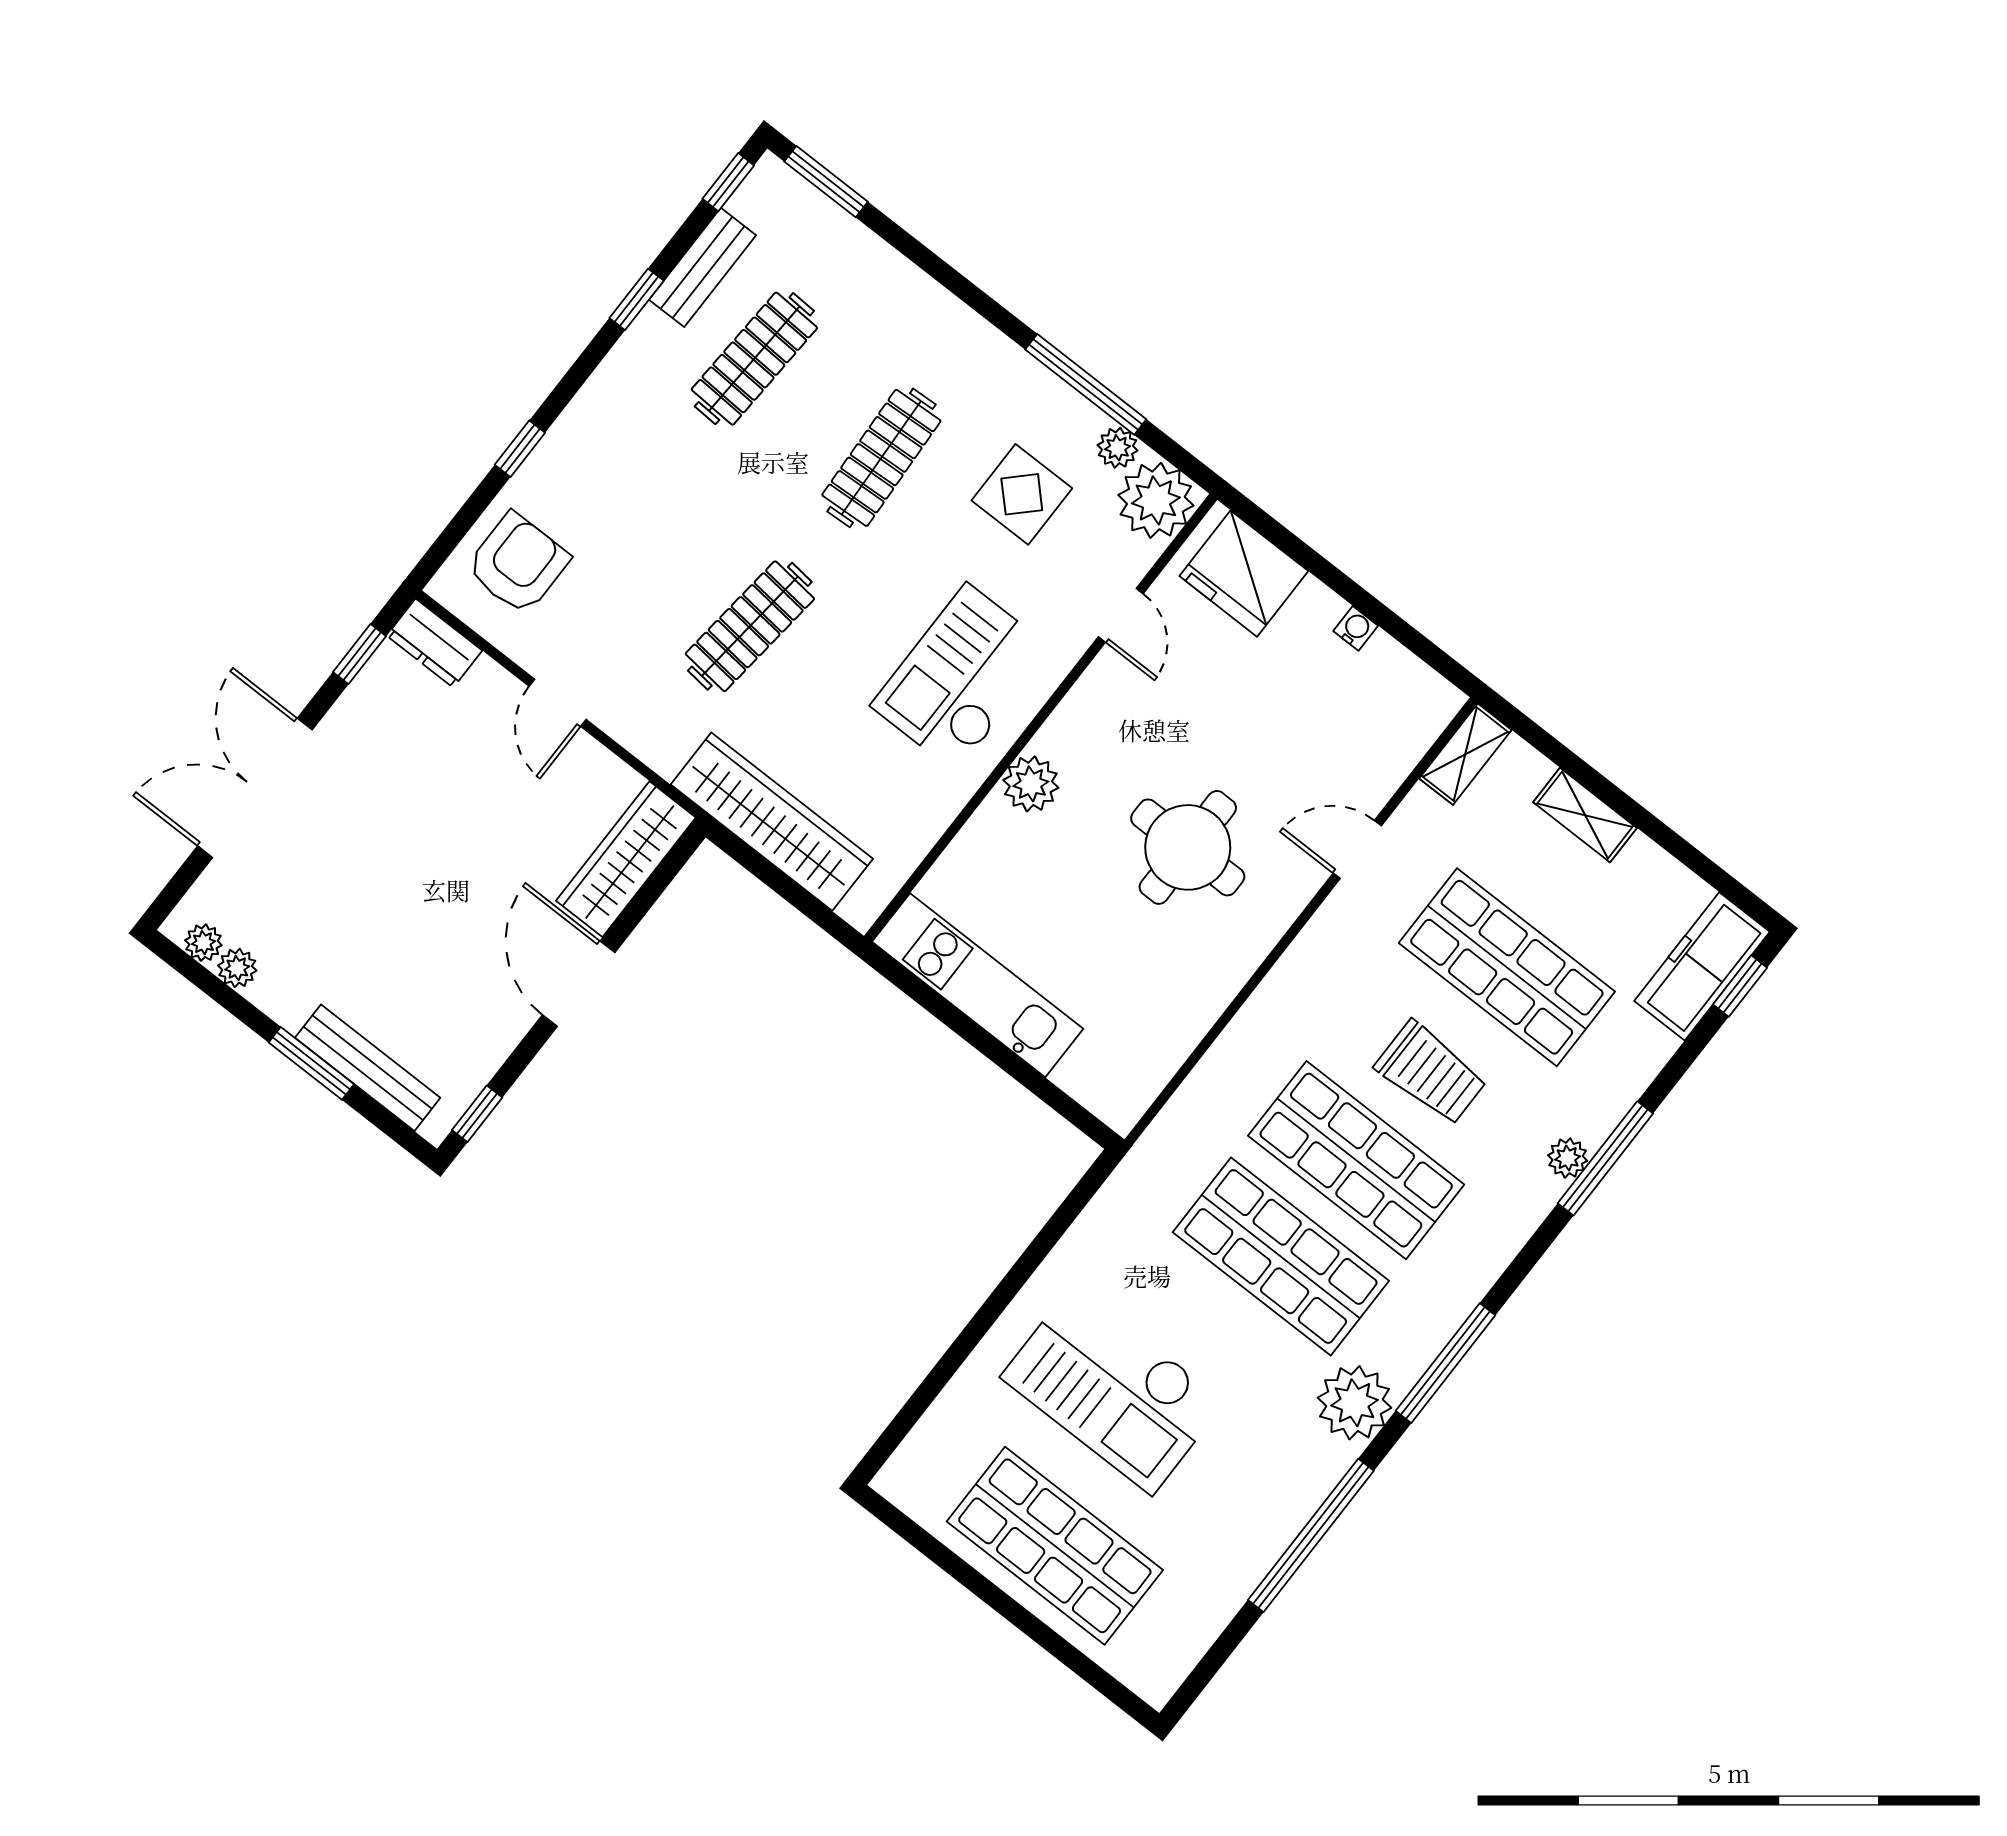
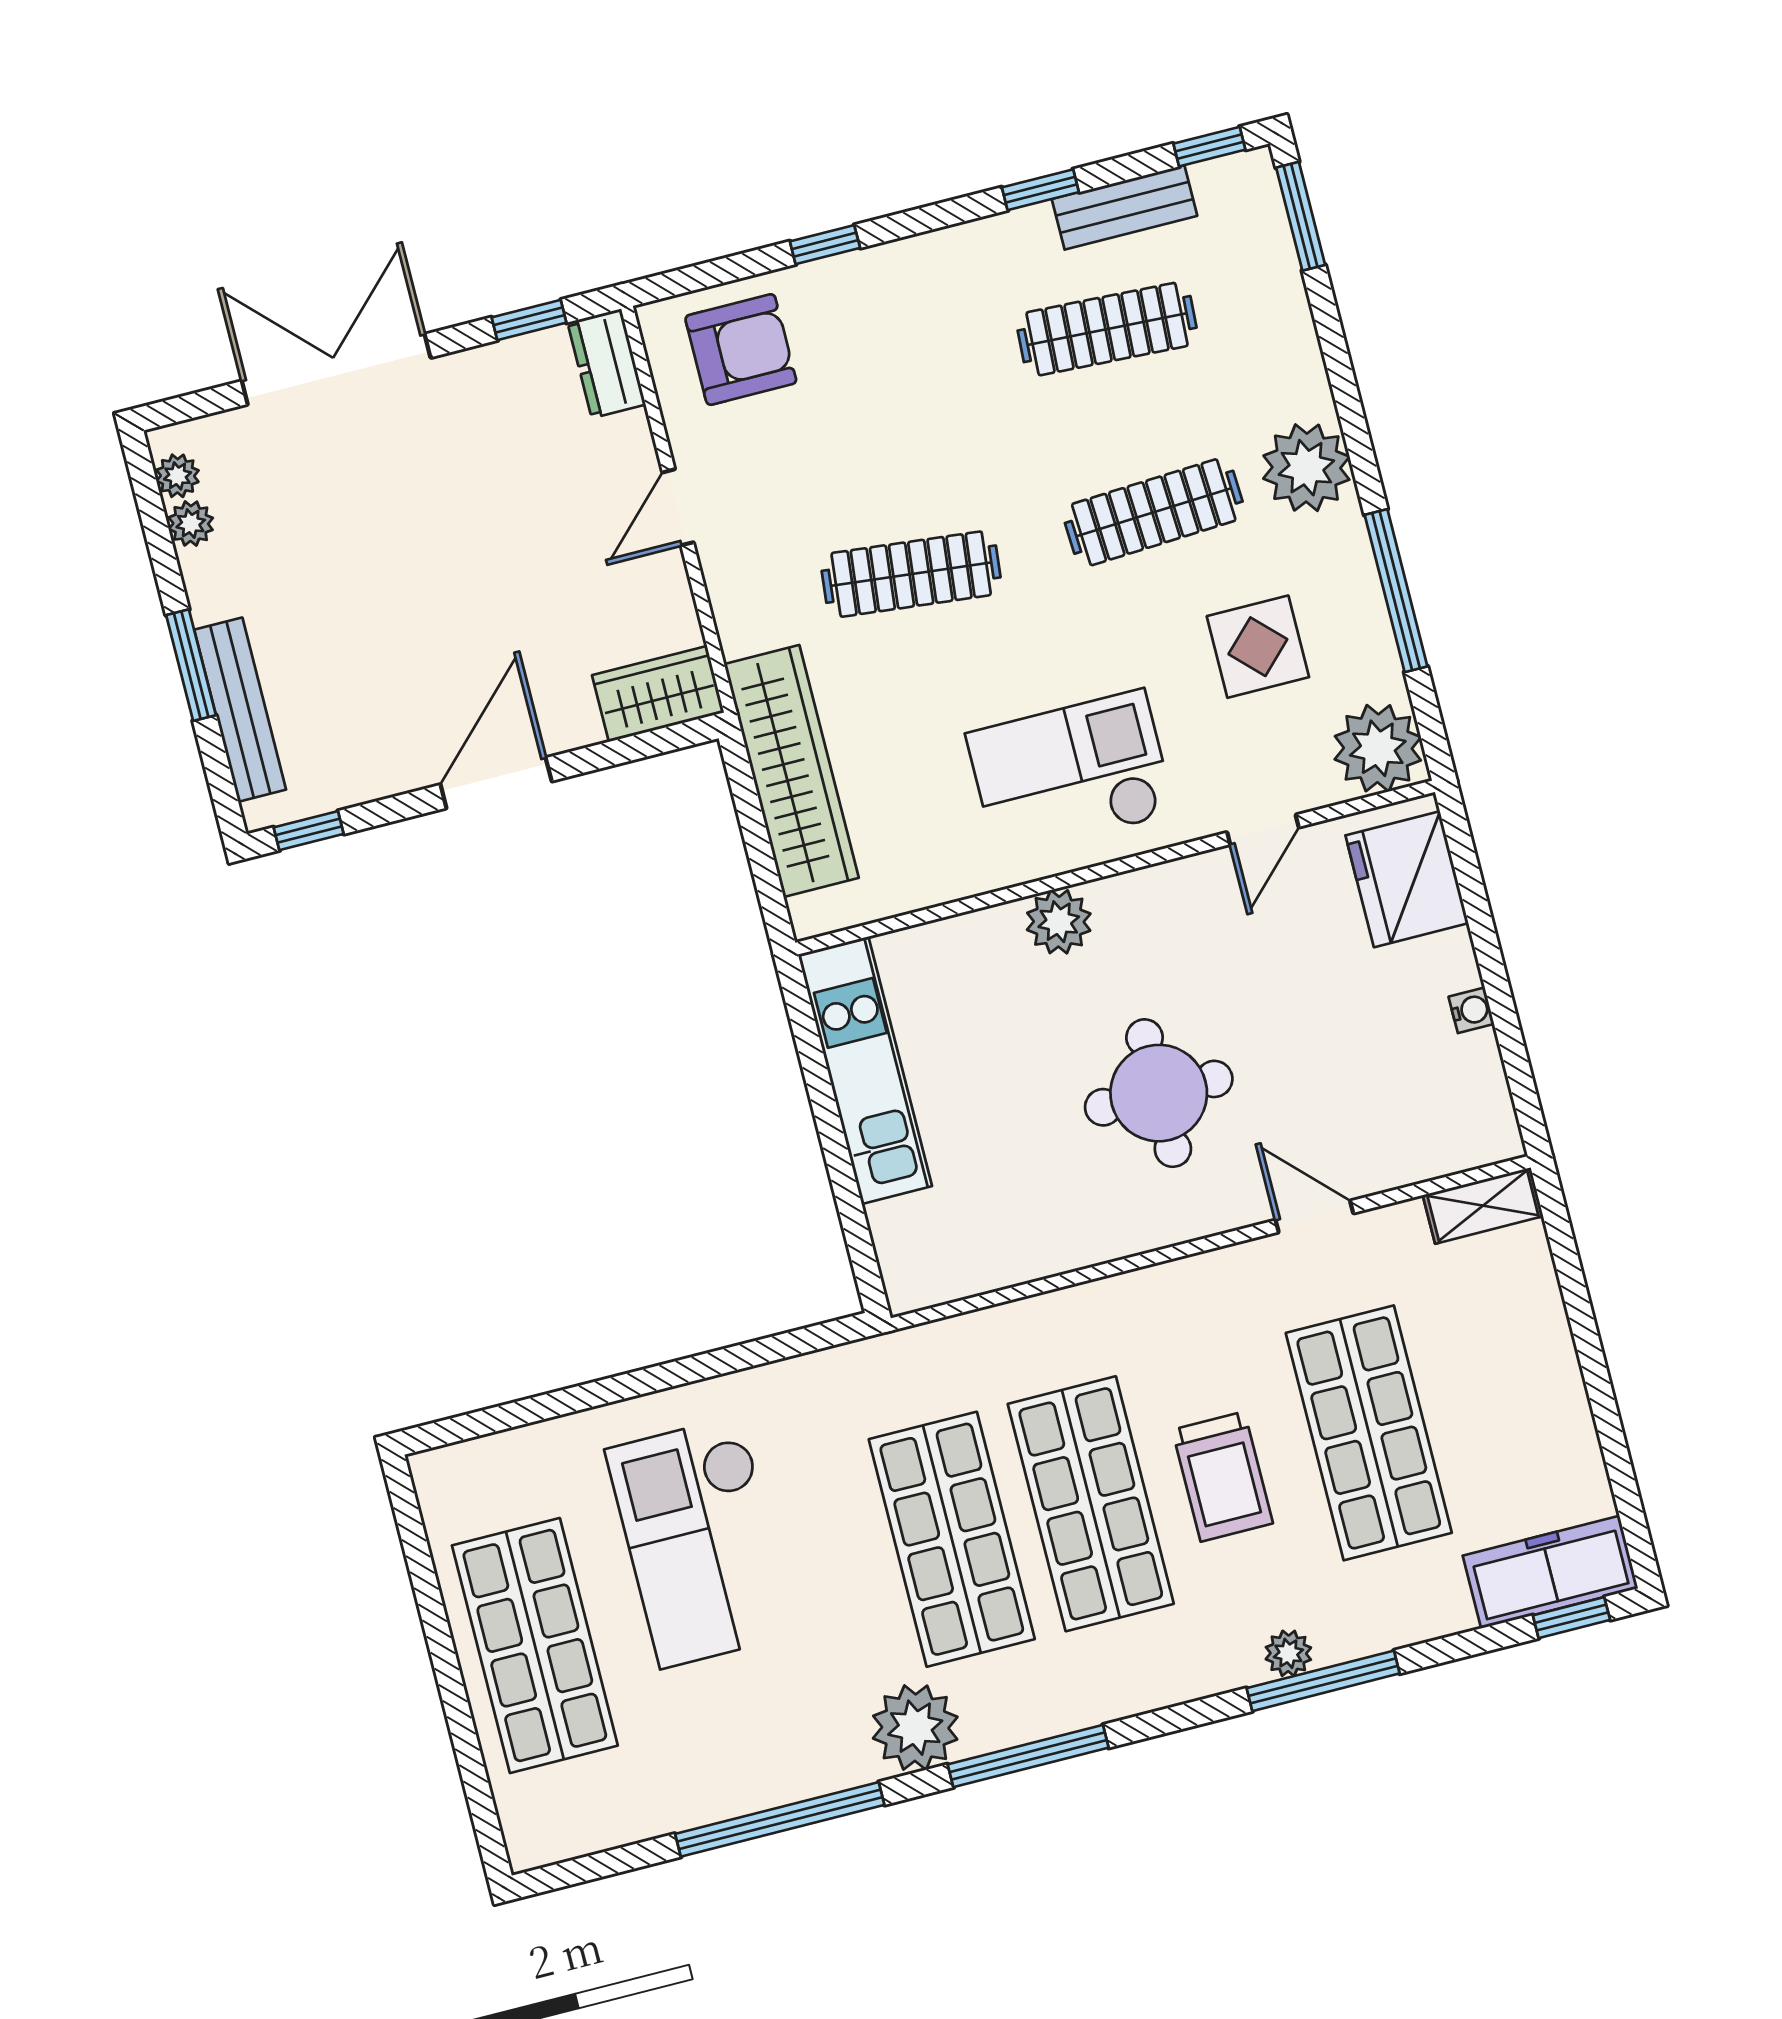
plant: (1118, 448) -> (1306, 468), moved, width x1.88, depth x1.88
shelving: (1585, 815) -> (1550, 1348), removed
wardrobe: (626, 859) -> (658, 694), width x0.67

